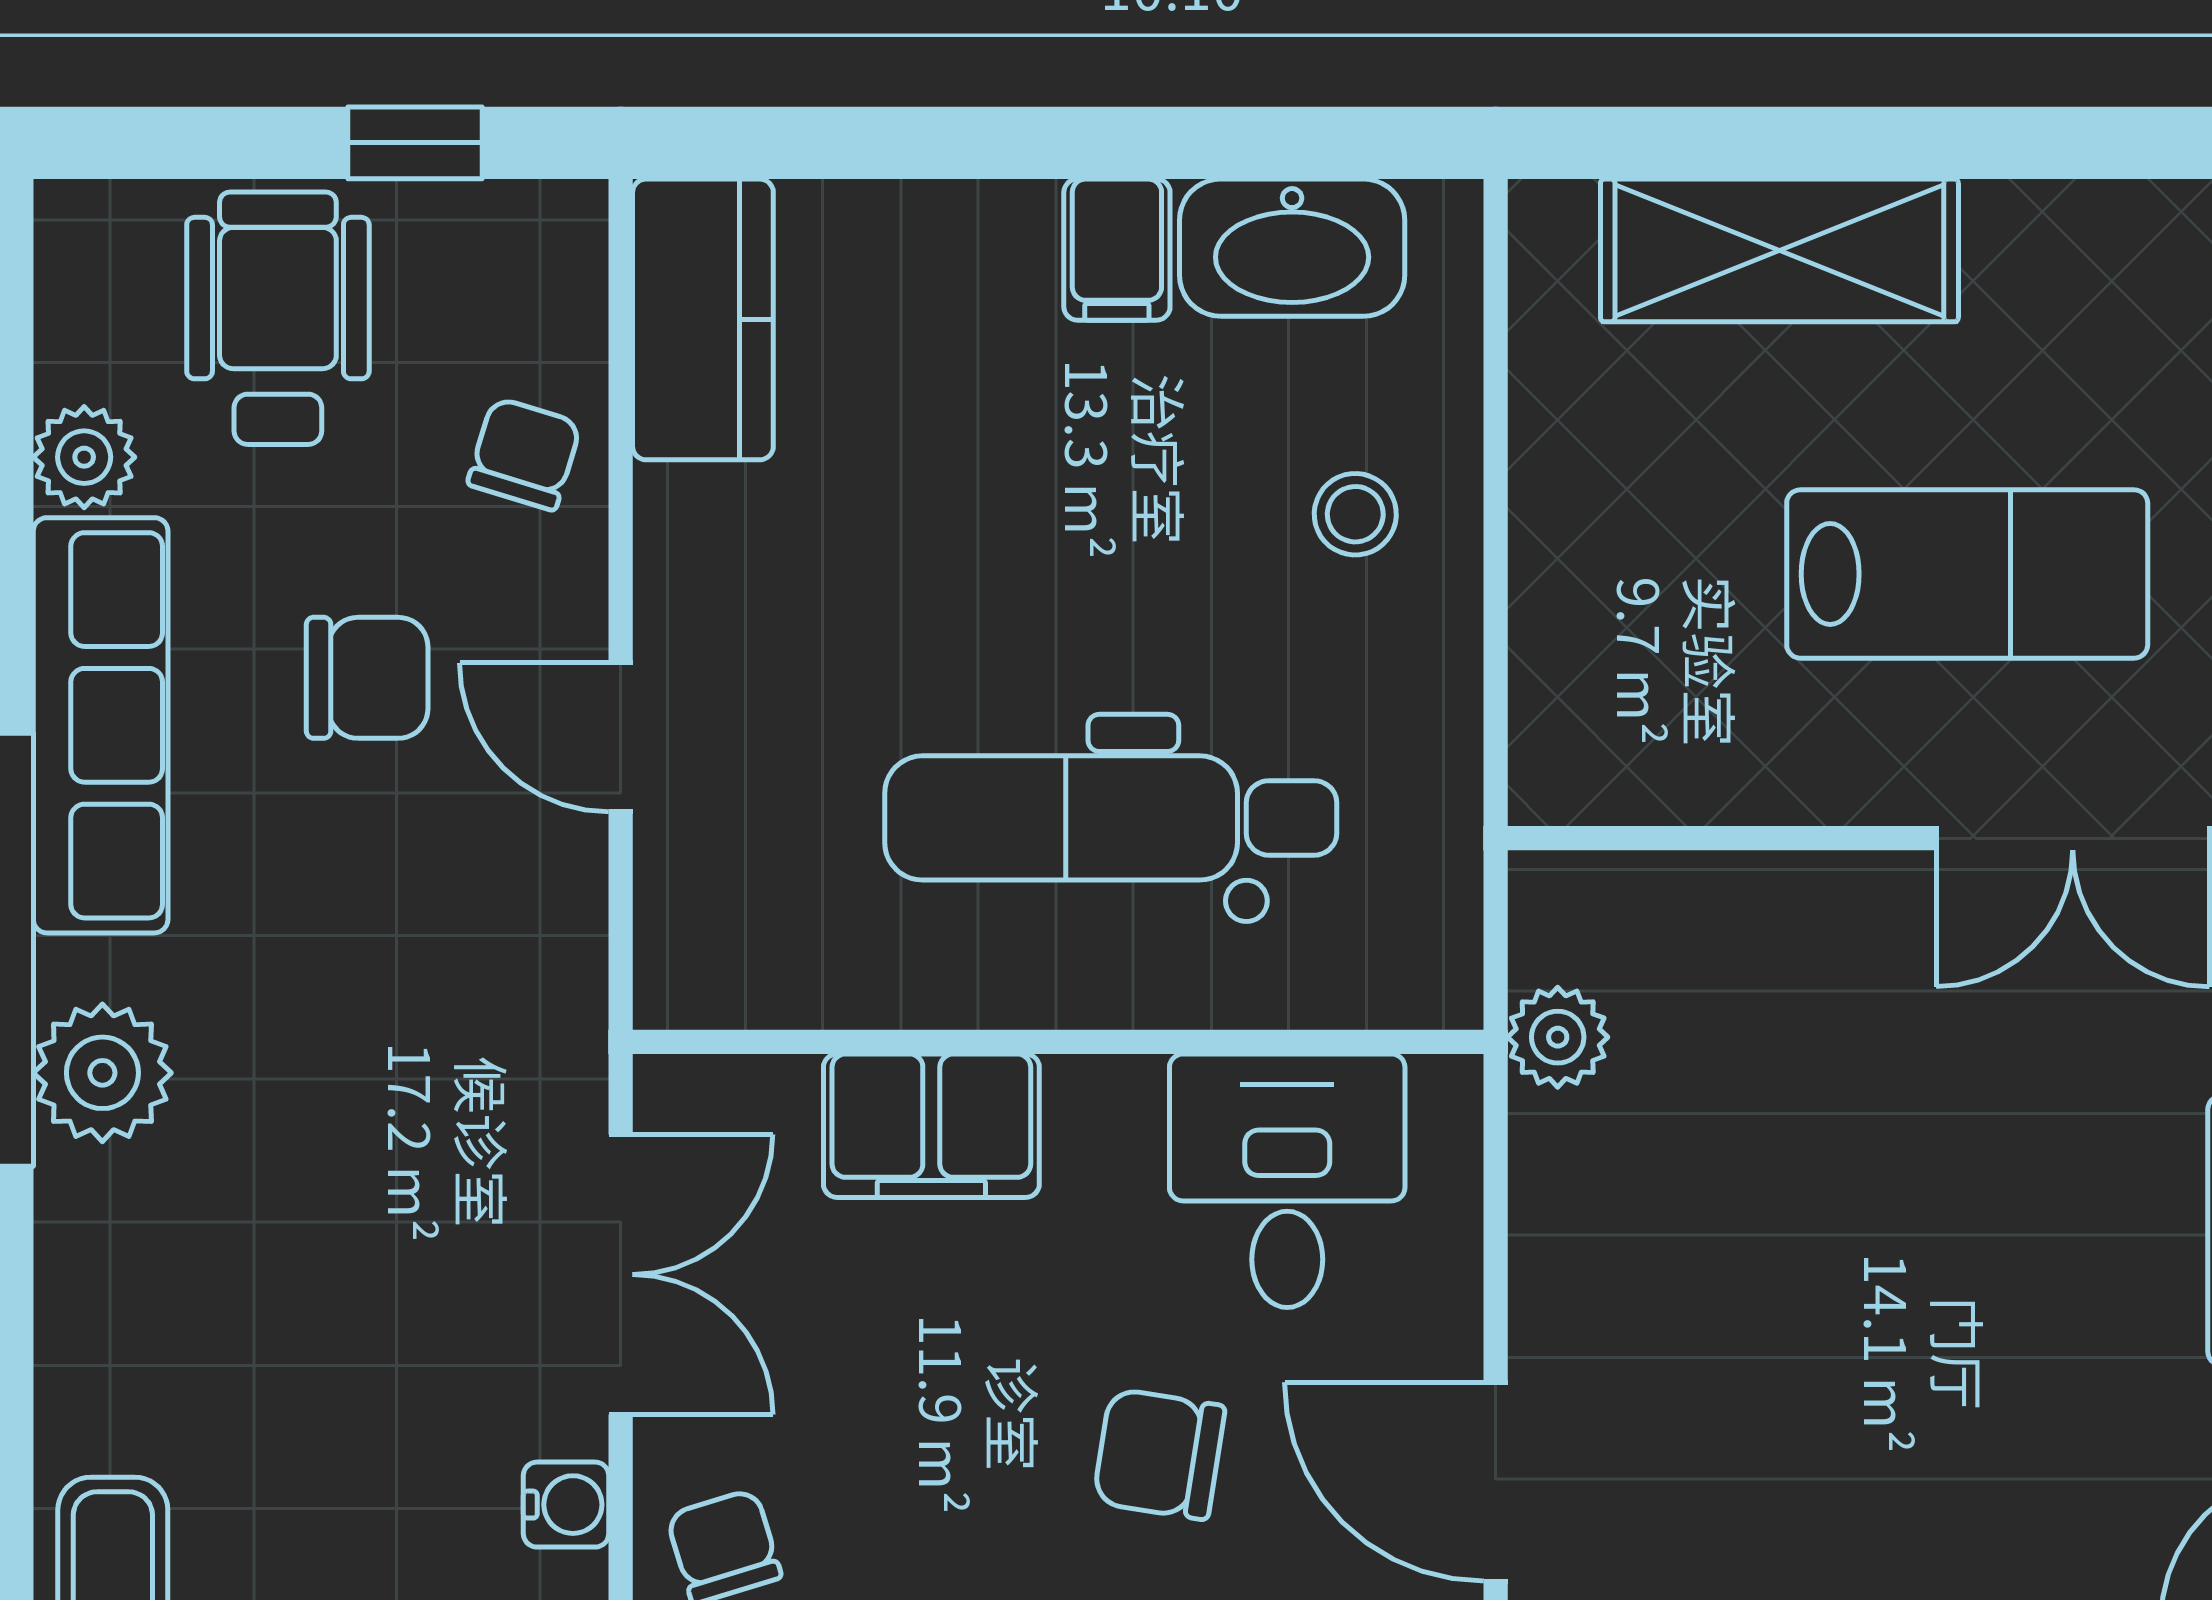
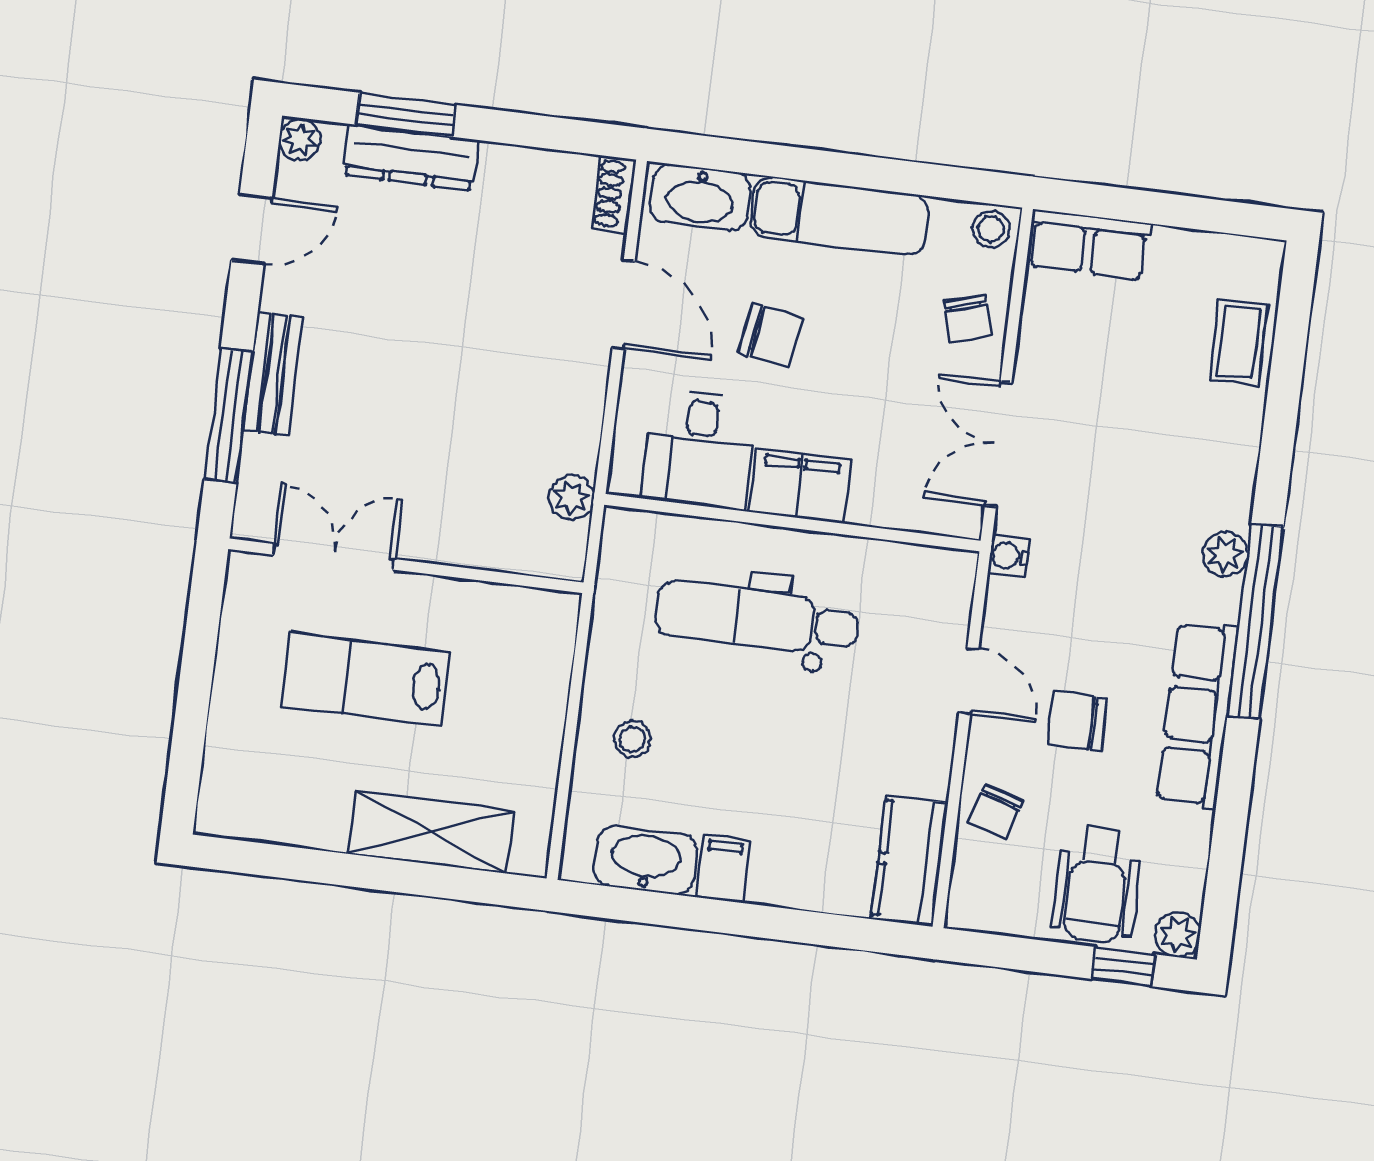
window: (415, 143) -> (1123, 967), moved
plant: (84, 457) -> (1178, 935), moved
dental chair: (1111, 818) -> (757, 619), turned 180
plant: (102, 1073) -> (1225, 554), width x0.73, depth x0.73
filing cabinet: (931, 1126) -> (800, 486), moved
water cooler: (566, 1505) -> (1009, 556), moved

